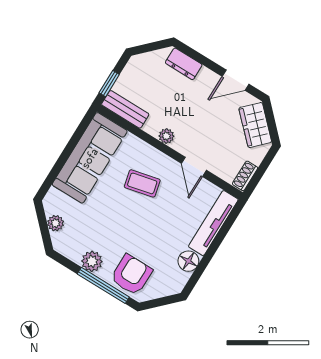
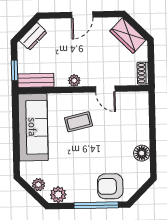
dresser: (184, 64) -> (33, 36), moved, turned -45
door: (236, 80) -> (82, 15), moved
tv unit: (213, 223) -> (142, 118), removed
plant: (92, 261) -> (58, 195), moved
armchair: (131, 275) -> (110, 186), turned -90

